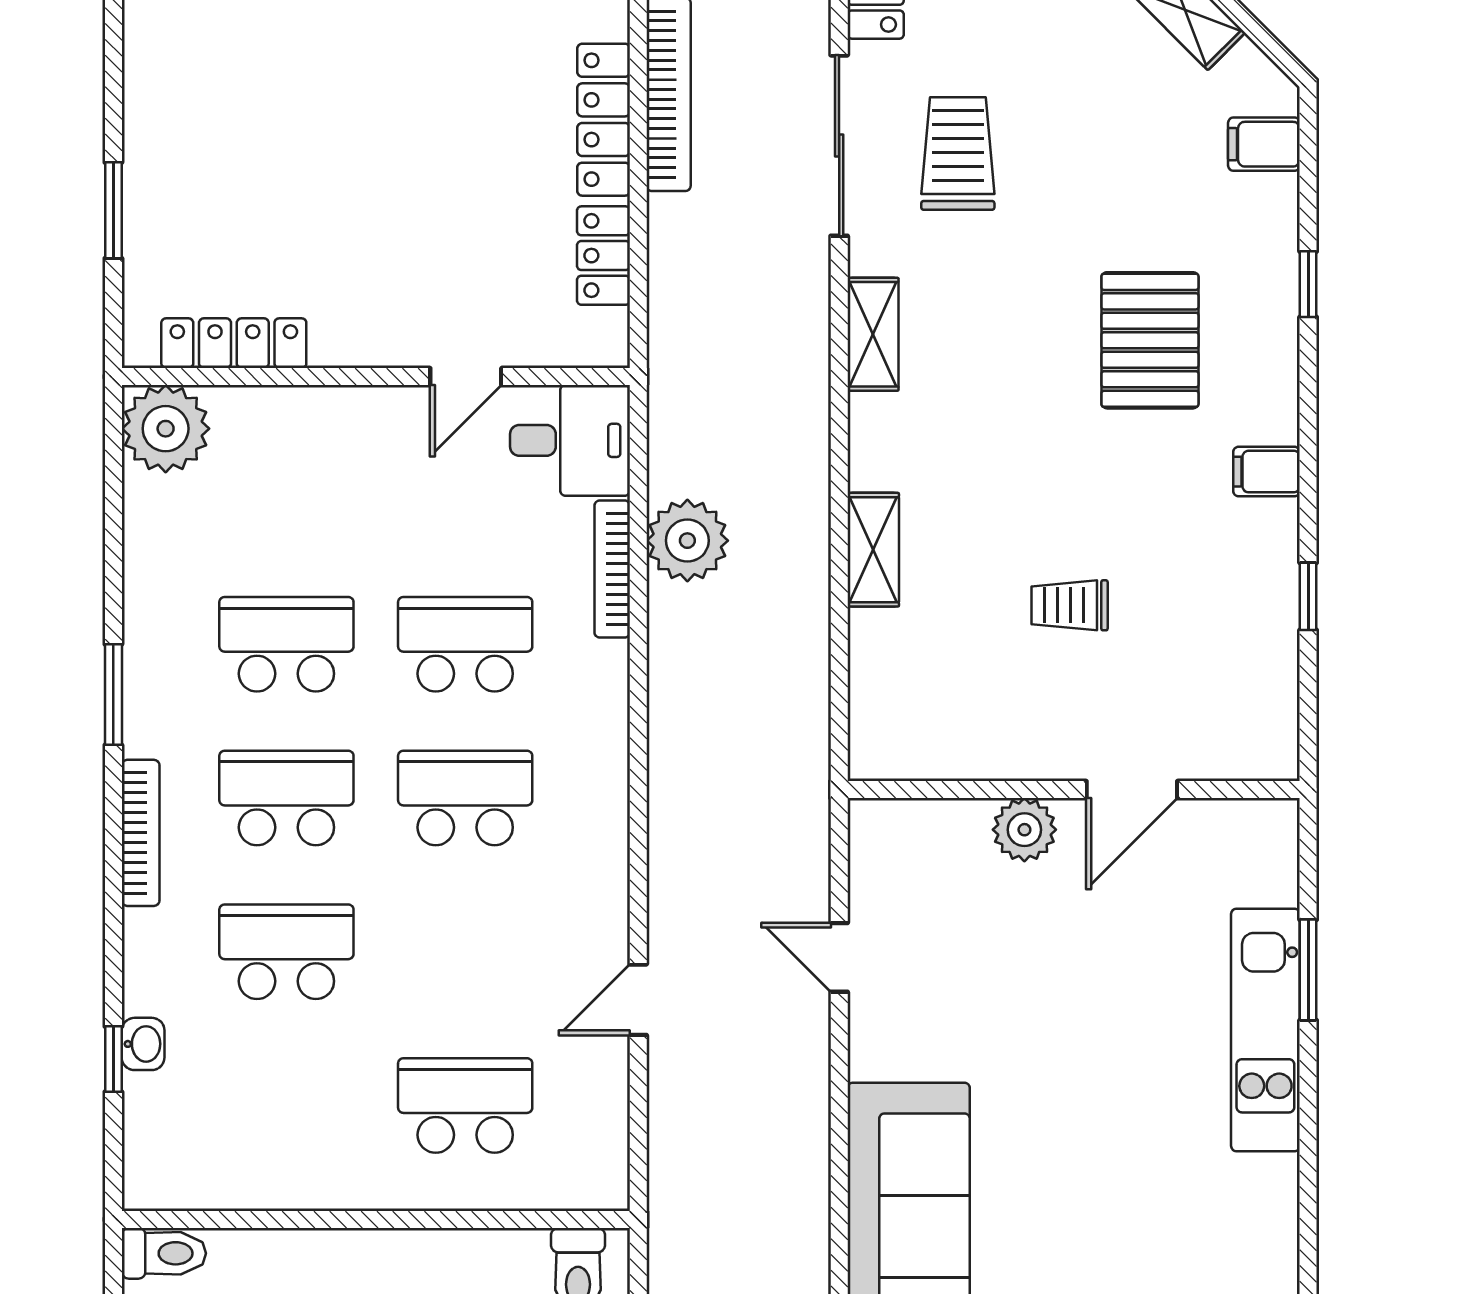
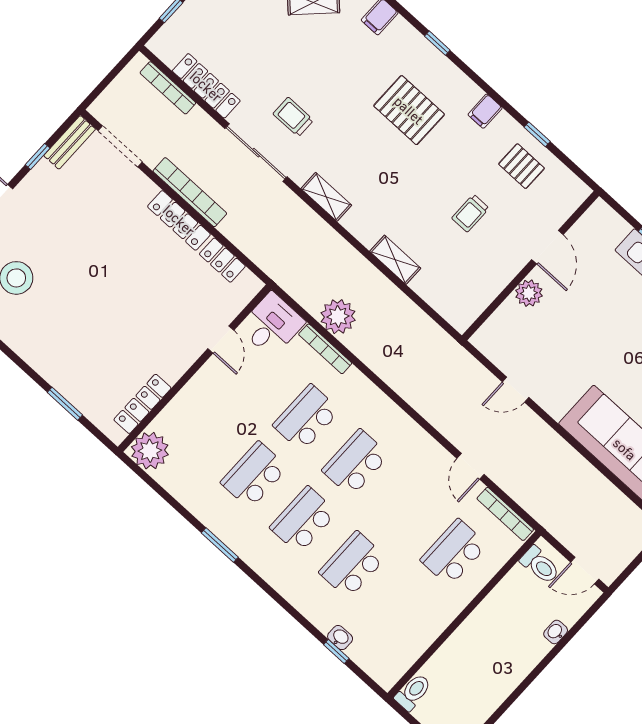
trolley: (958, 153) -> (293, 117), width x0.73, depth x0.72
pallet: (1229, 619) -> (522, 166), added
bookcase: (141, 833) -> (505, 514), moved, turned 180

